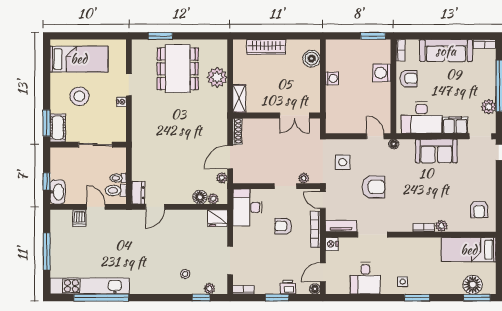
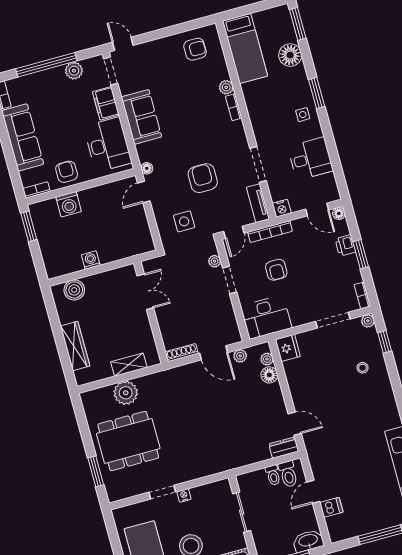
shelving: (239, 99) -> (129, 365), moved
floor lamp: (473, 285) -> (290, 55), moved
plant: (209, 289) -> (368, 321), moved

